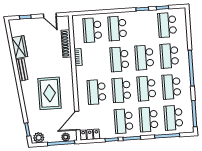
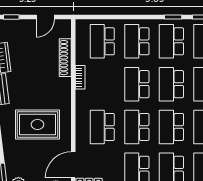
door: (50, 15) -> (45, 17), hinge flipped
school desk: (142, 27) -> (171, 41), added
rug: (50, 93) -> (37, 124), turned 90

